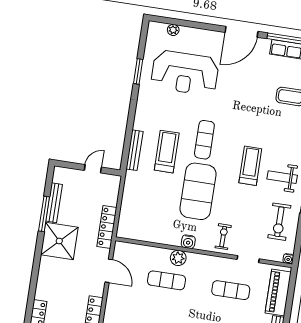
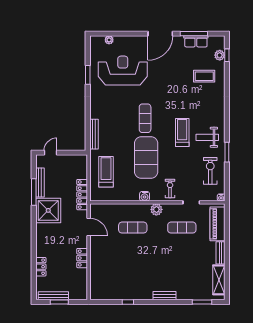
reception desk: (185, 73) -> (123, 71), turned 180
treadmill: (167, 152) -> (106, 172), moved
door: (93, 169) -> (50, 153), moved
exercise bike: (279, 222) -> (210, 171), turned 180
plant: (178, 258) -> (156, 209), moved

